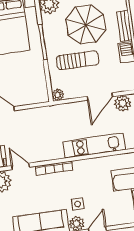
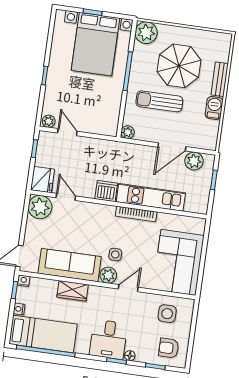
sun lounger: (78, 60) -> (159, 101), turned 180
dishwasher: (54, 151) -> (106, 191), added
bookcase: (54, 168) -> (136, 214), moved

